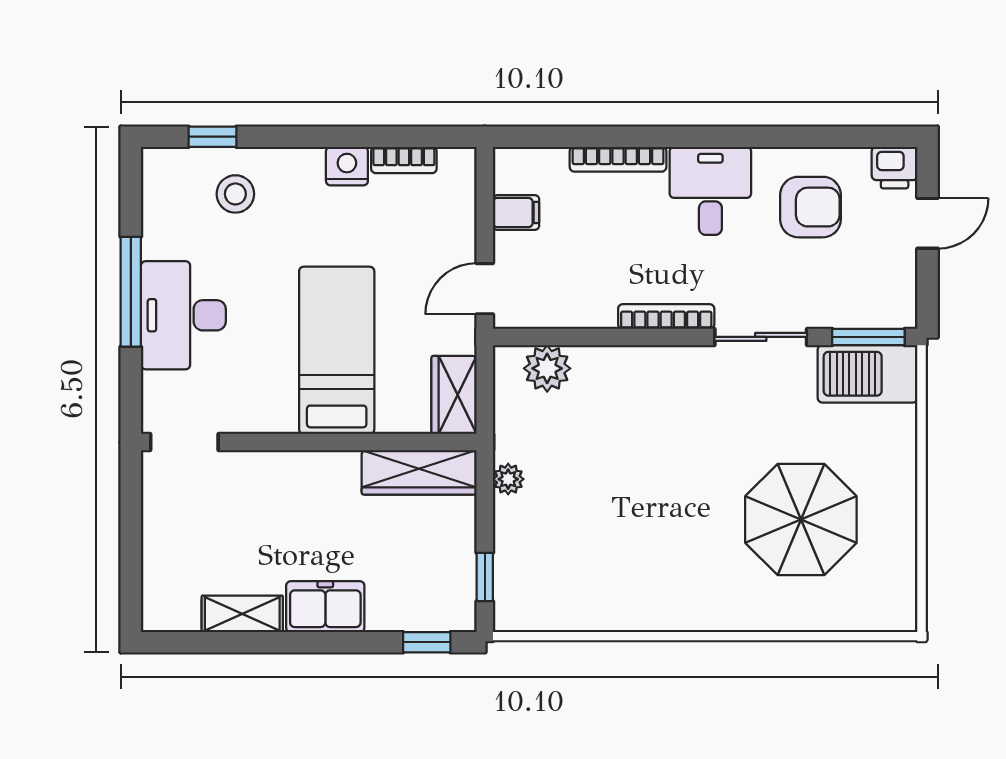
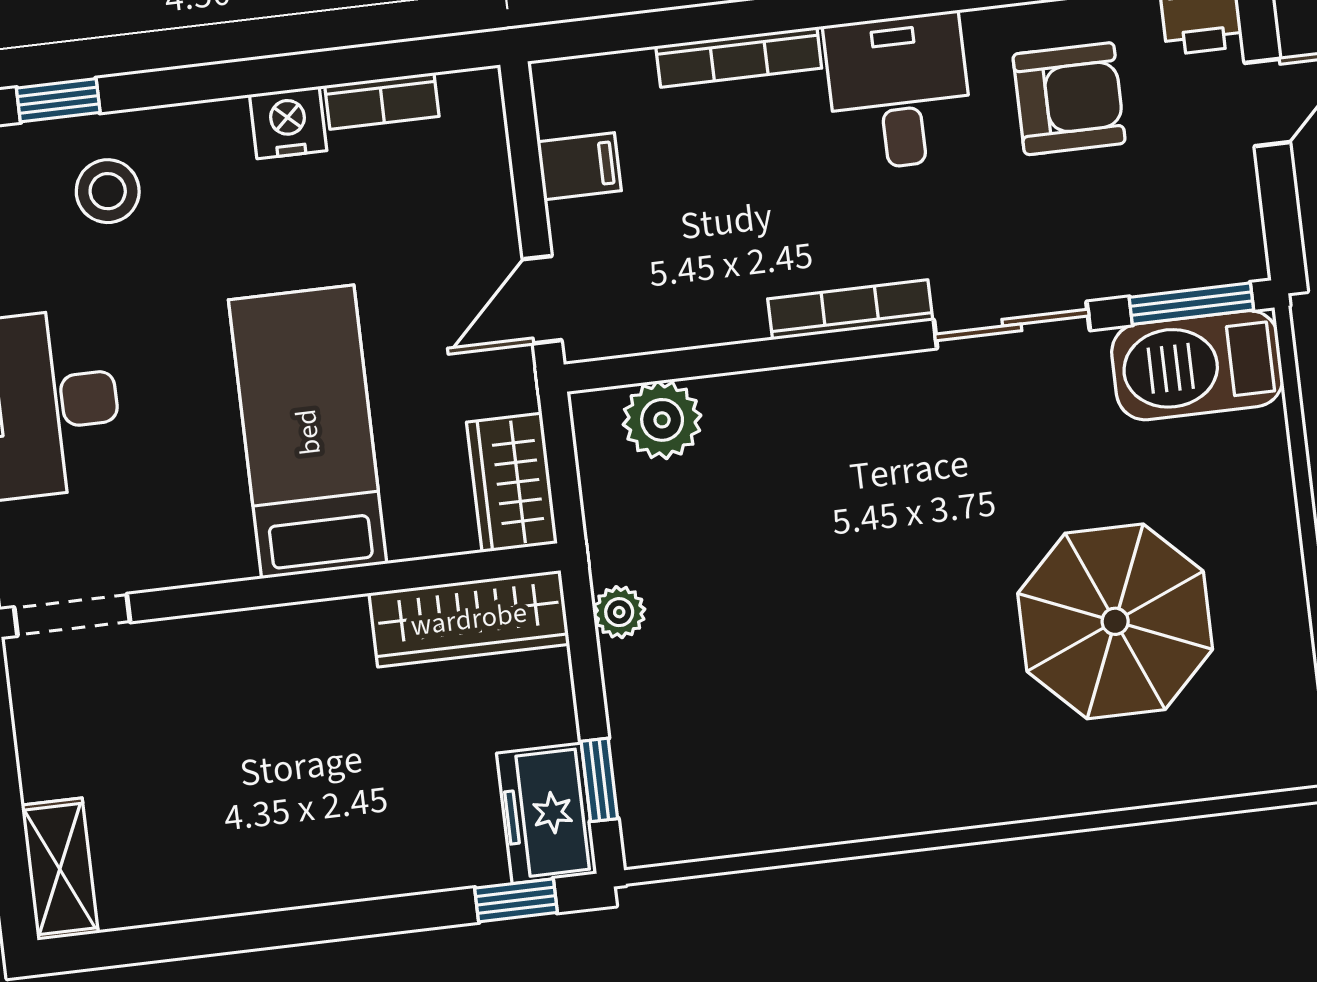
freezer: (325, 607) -> (547, 813), moved, turned -90
shelving: (242, 614) -> (60, 869), moved, turned 90

